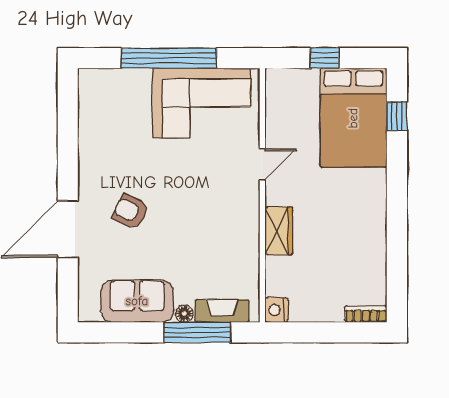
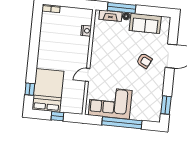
window: (68, 111) -> (166, 105), added
wardrobe: (279, 231) -> (84, 47), removed
nightstand: (276, 310) -> (86, 31), moved

